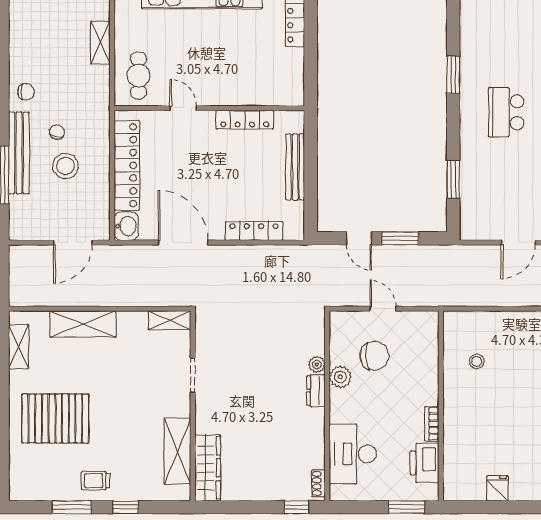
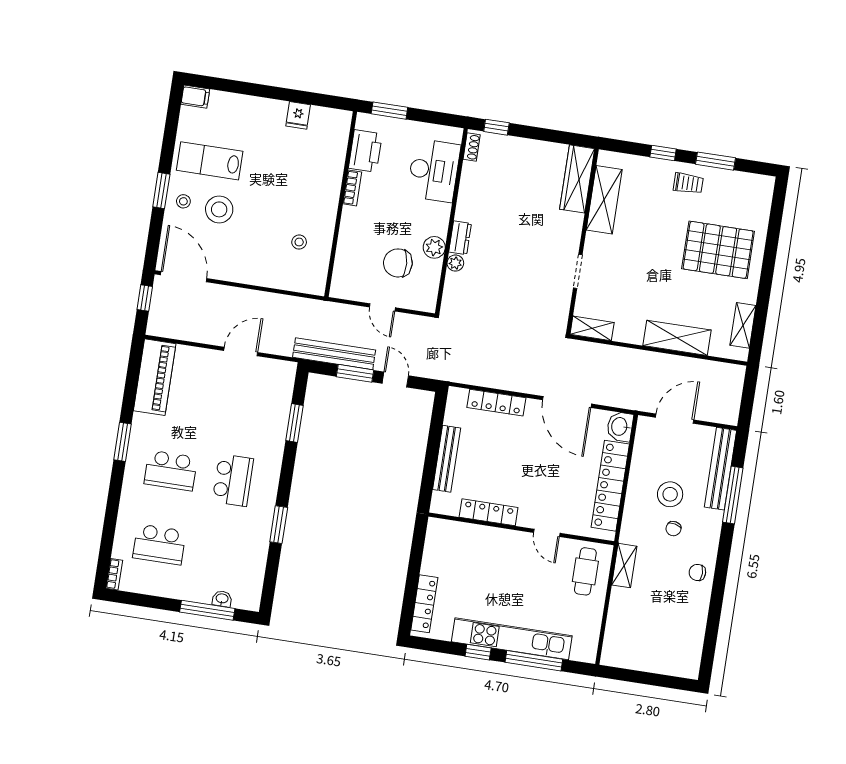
shelving: (100, 43) -> (624, 566), moved
bench: (19, 153) -> (720, 469), moved
bench: (424, 255) -> (334, 354), added

